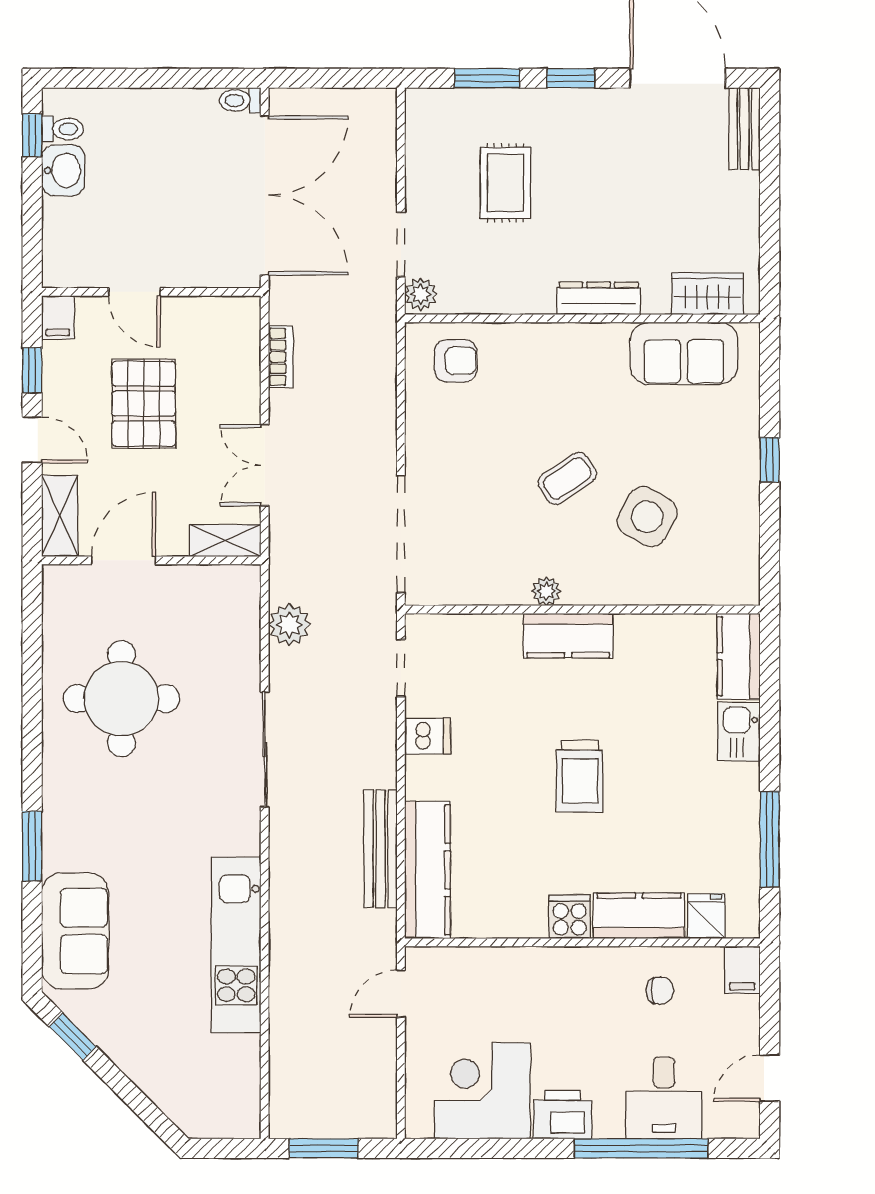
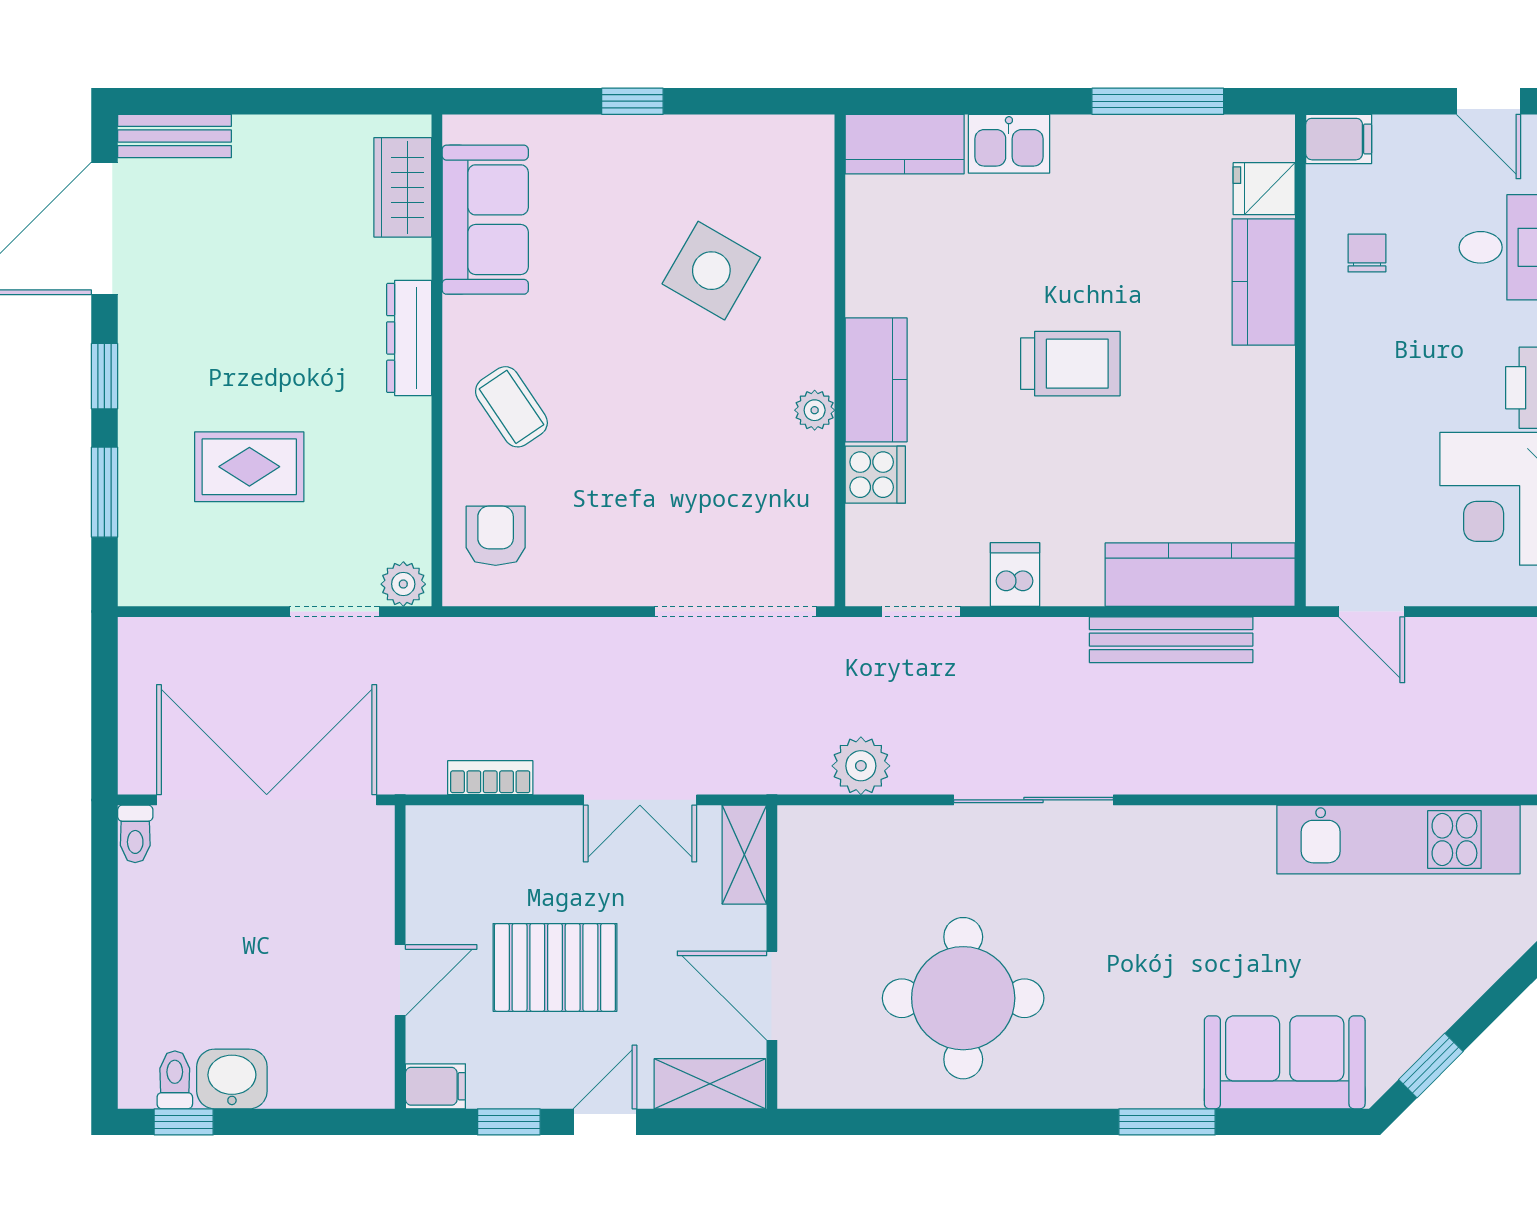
coffee table: (567, 478) -> (511, 407), moved
cooker: (570, 917) -> (875, 475), moved, turned 180
kitchen unit: (236, 945) -> (1398, 839), moved

